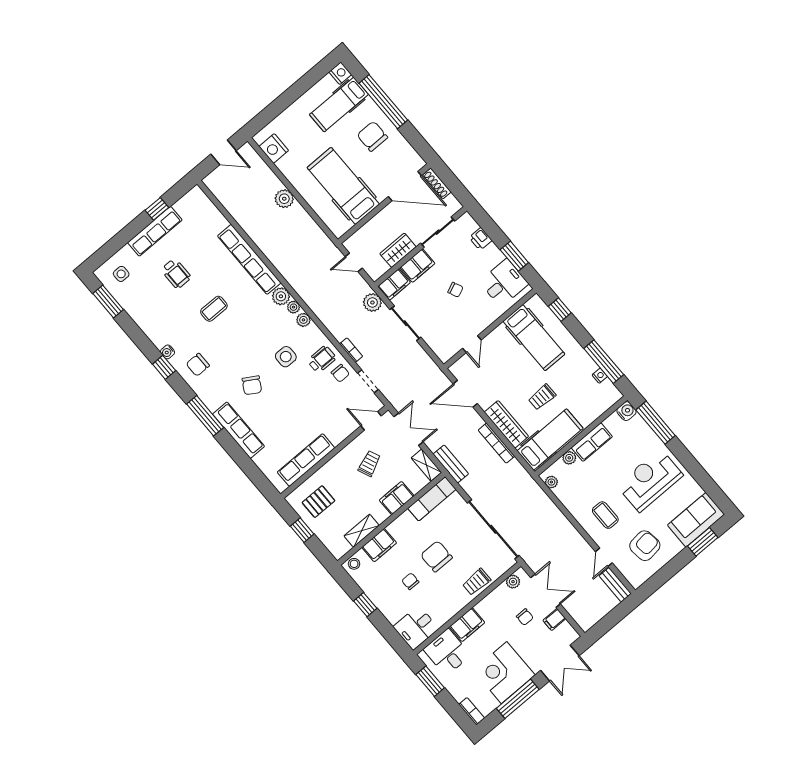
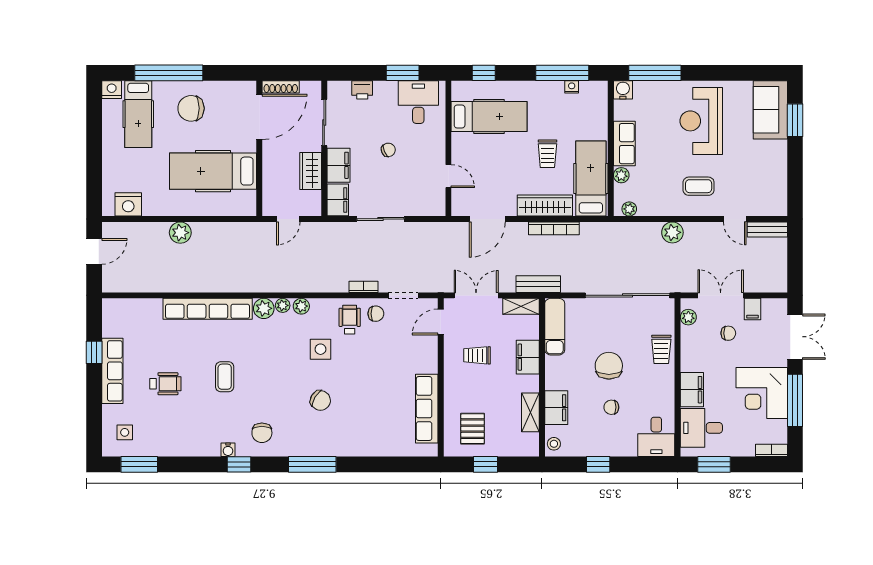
plant: (372, 302) -> (672, 232), moved
row of seats: (238, 430) -> (350, 446), removed
trolley: (369, 464) -> (477, 355), turned -67
armchair: (645, 546) -> (755, 174), removed
chair: (436, 556) -> (609, 366), turned 90

